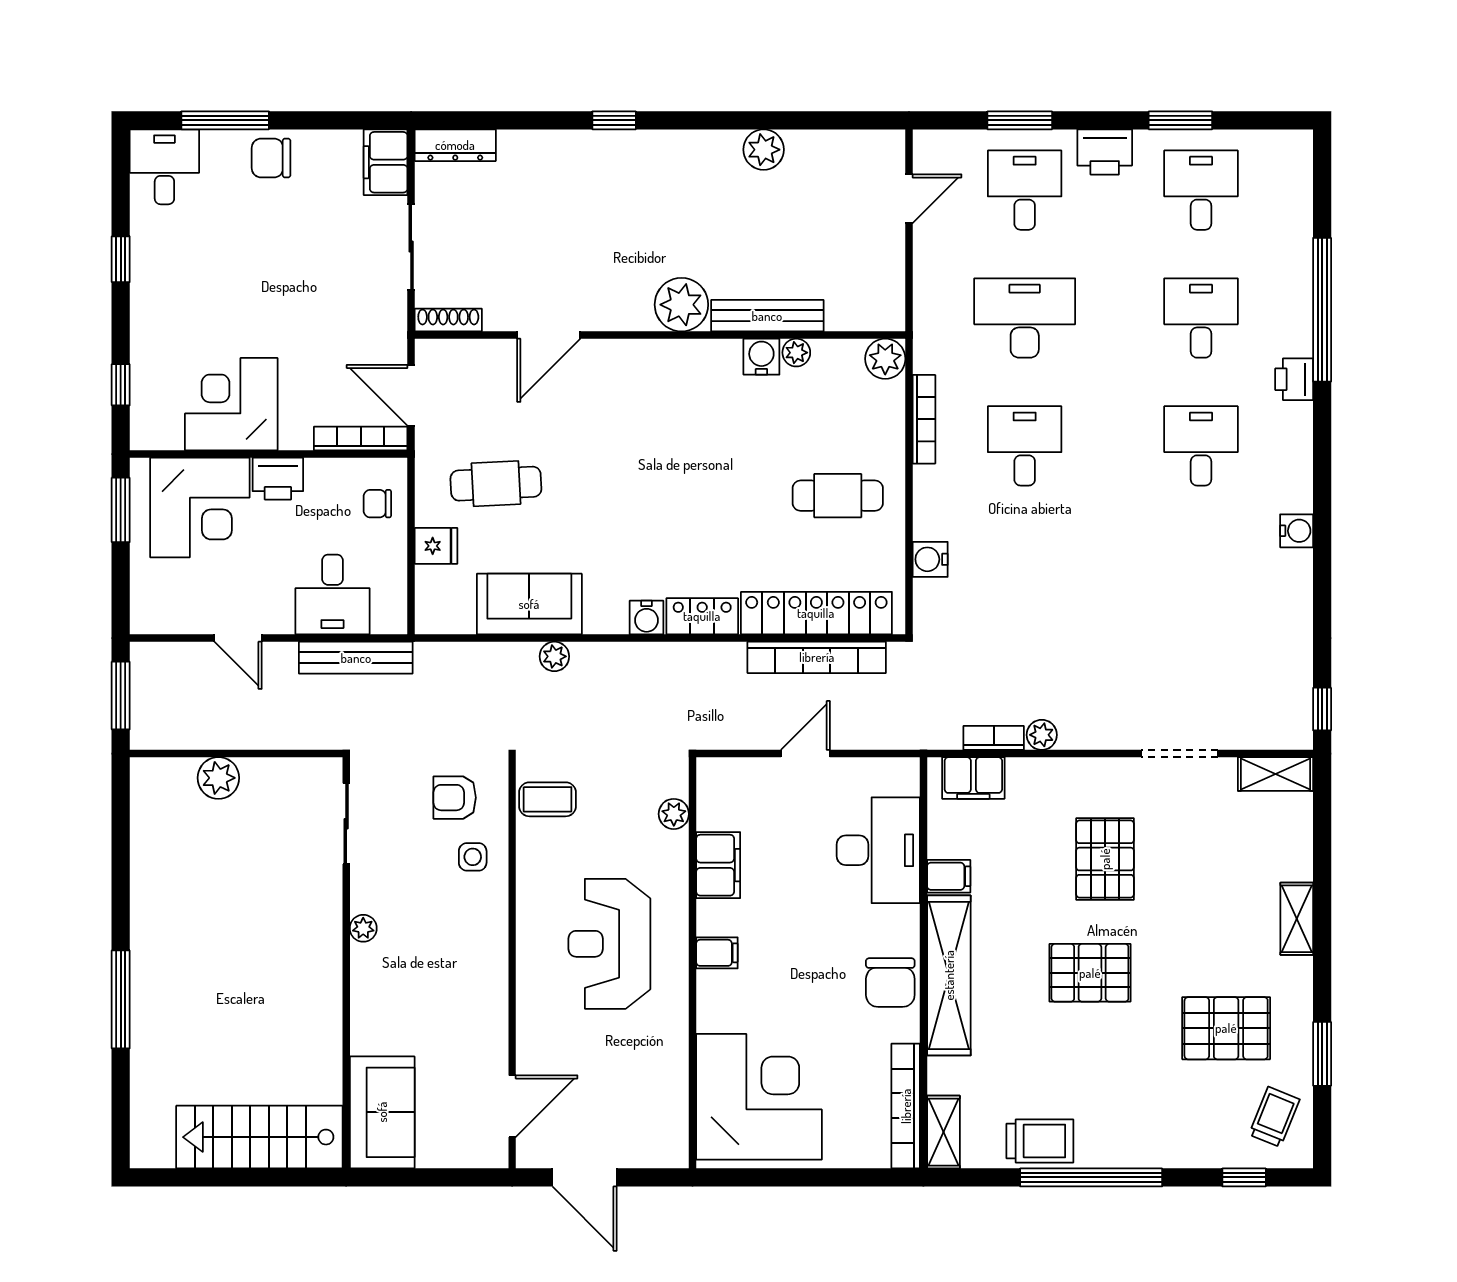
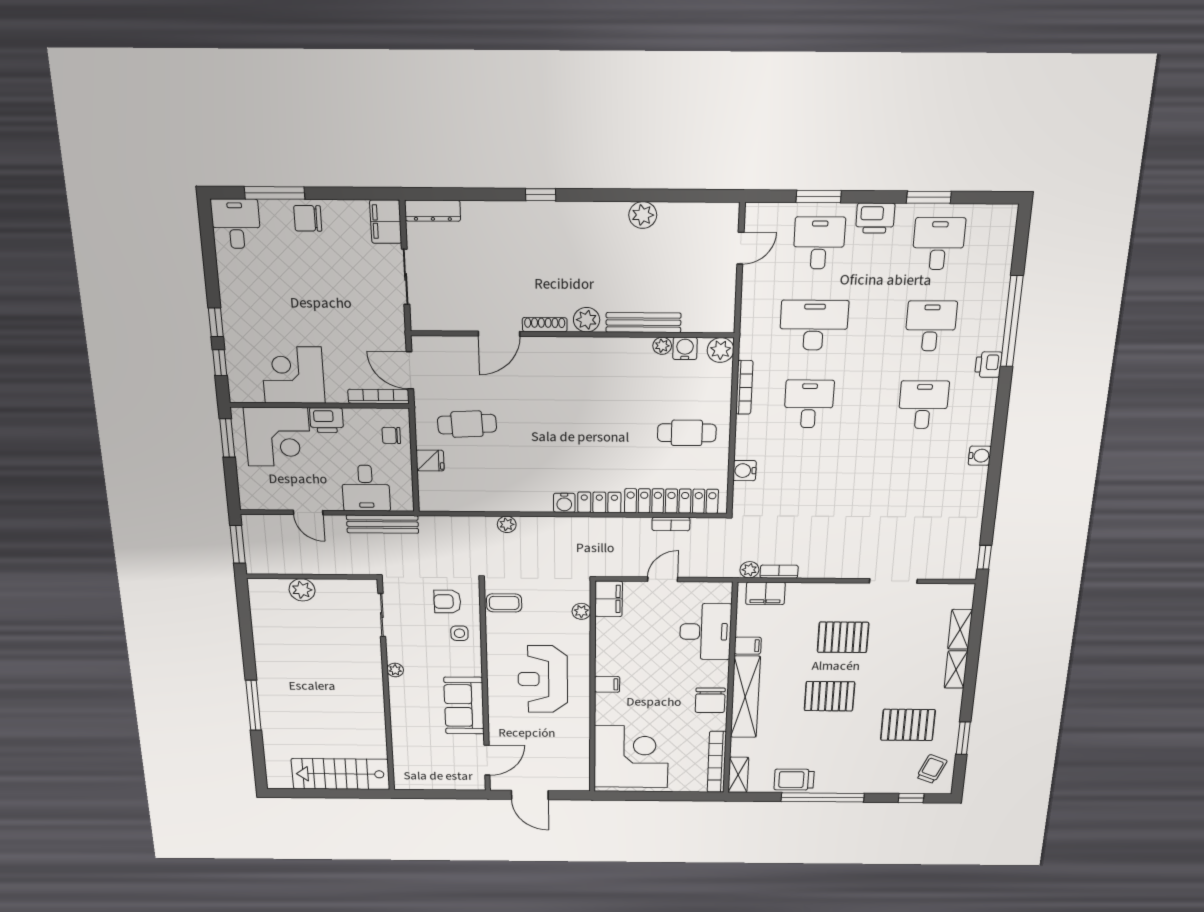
window: (121, 259) -> (216, 322), moved
plant: (681, 305) -> (587, 320), width x0.73, depth x0.73
shoe rack: (448, 320) -> (545, 325), moved
water cooler: (761, 357) -> (685, 348), moved
sofa: (529, 604) -> (490, 495), removed
bookcase: (817, 657) -> (671, 524), width x0.43, depth x0.76
plant: (1042, 735) -> (749, 570), moved
shelving: (1275, 774) -> (960, 629), moved, turned 90
pallet: (1105, 859) -> (843, 637), turned 90
filing cabinet: (718, 865) -> (609, 599), moved
sofa: (382, 1112) -> (464, 706), moved, turned 180
trolley: (1040, 1141) -> (794, 780), turned 180

